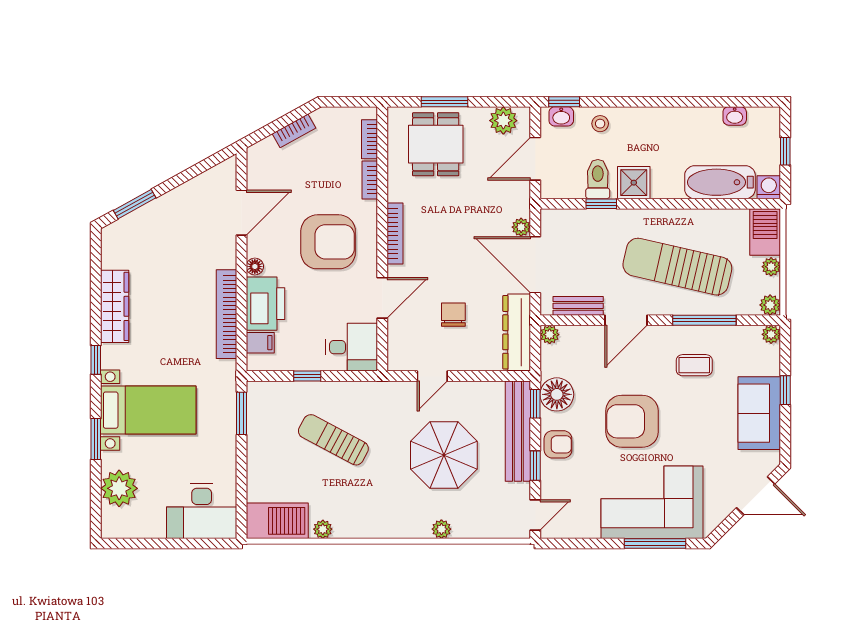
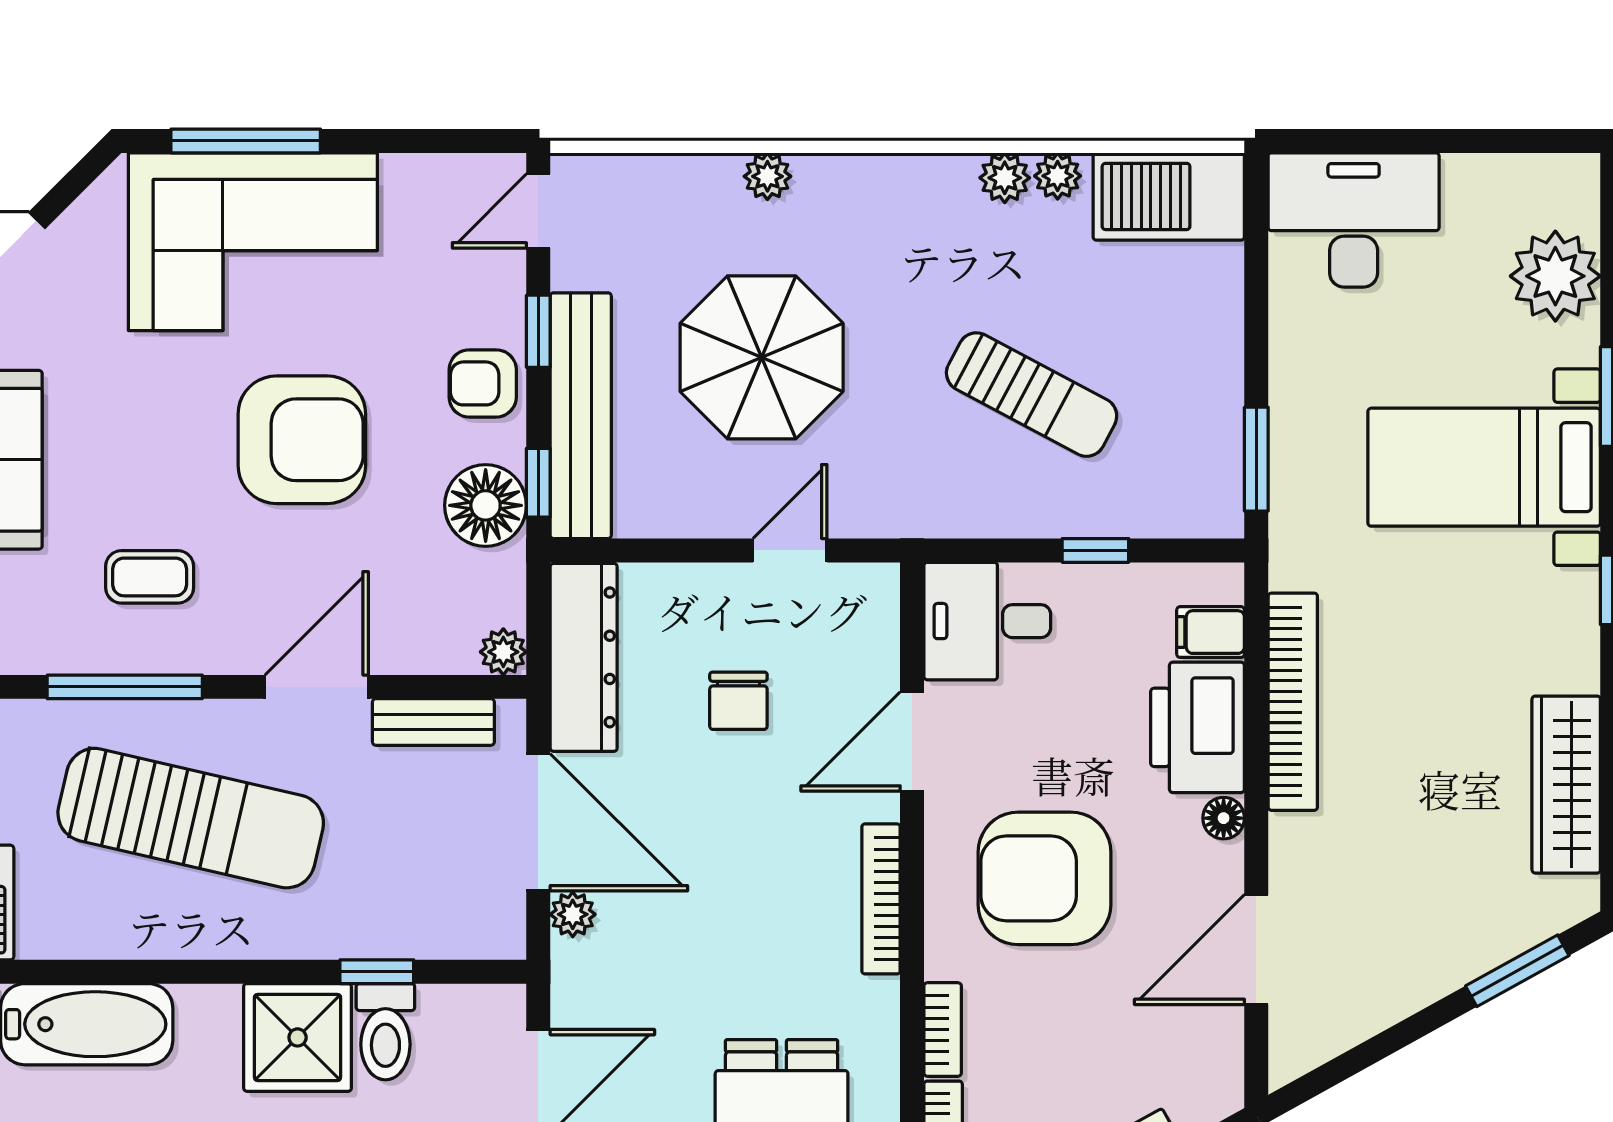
shower: (634, 183) -> (298, 1037), width x1.36, depth x1.36
wardrobe: (115, 306) -> (1566, 785), moved
plant: (344, 528) -> (1005, 178), added

